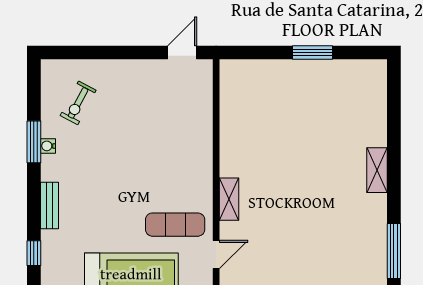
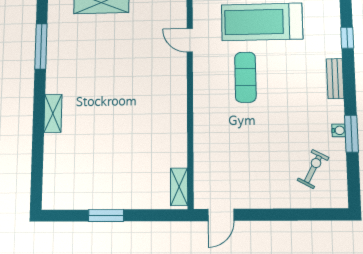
shelving: (229, 199) -> (179, 187), moved
exercise mat: (175, 225) -> (245, 77), moved, turned 90
door: (216, 255) -> (190, 40), hinge flipped

